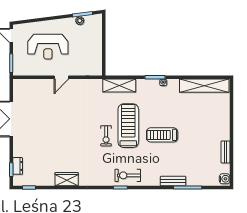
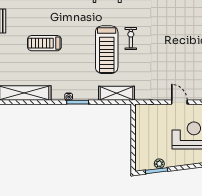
door: (61, 77) -> (179, 102), hinge flipped
treadmill: (162, 135) -> (44, 43), moved, turned 180

